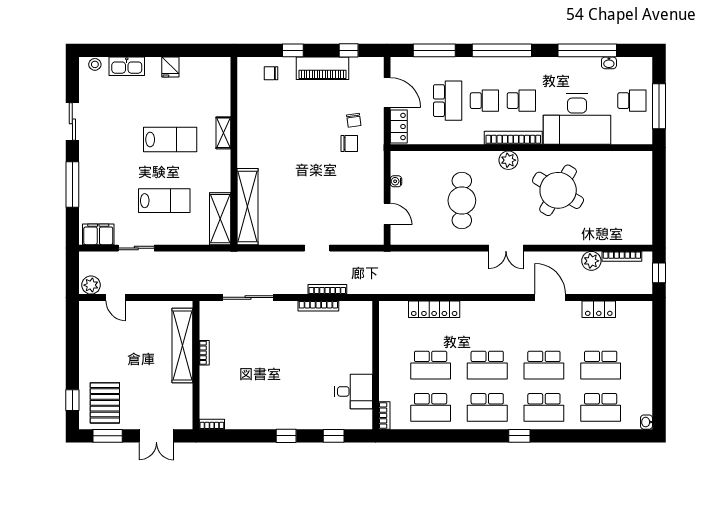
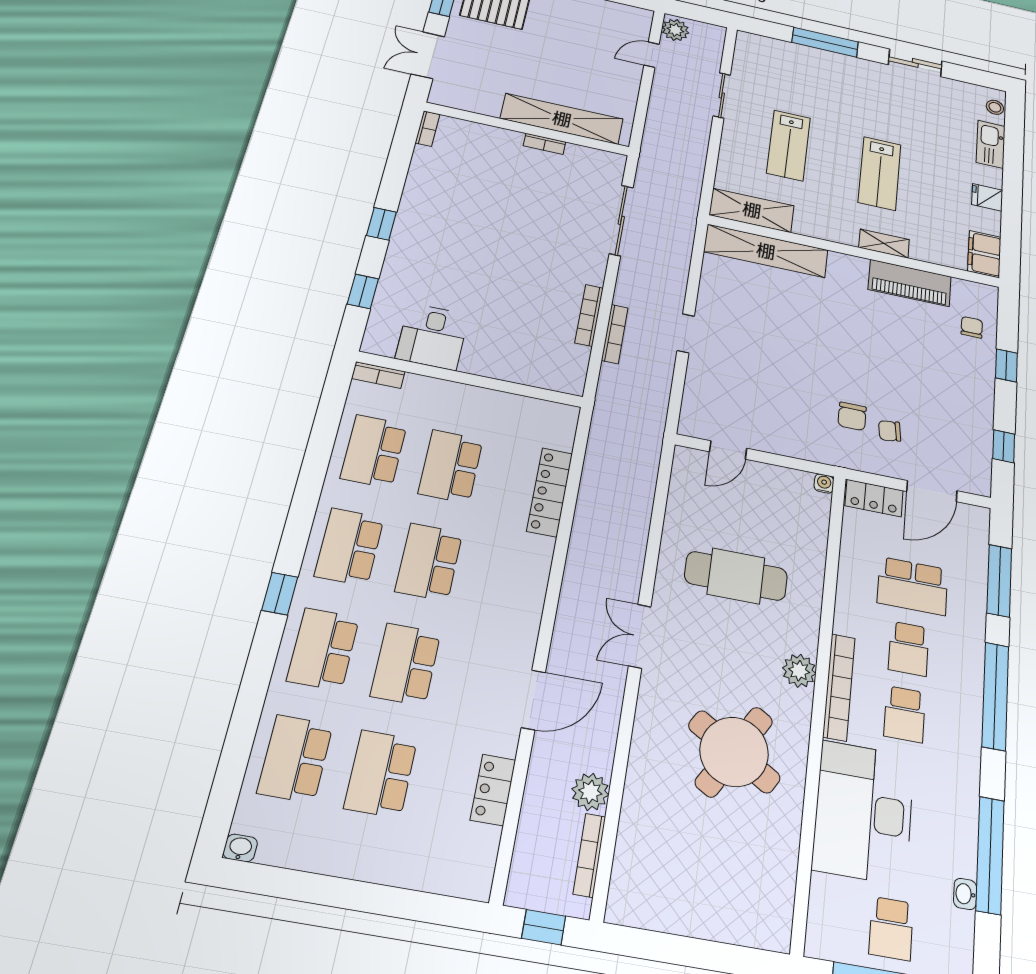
piano: (323, 68) -> (910, 283), moved, turned -90
water cooler: (396, 181) -> (824, 484), moved
filing cabinet: (98, 234) -> (984, 254), moved, turned 180

